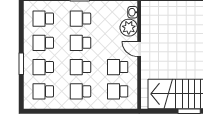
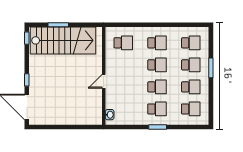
plant: (129, 28) -> (113, 101), removed
door: (139, 49) -> (104, 81), swing flipped
school desk: (118, 67) -> (123, 65), removed

